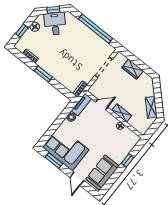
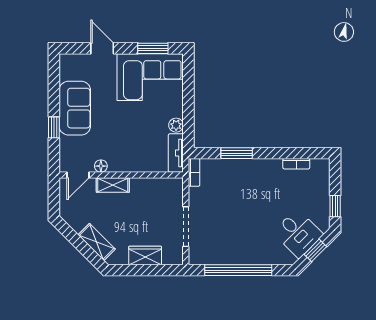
floor lamp: (35, 27) -> (322, 208), removed
window: (22, 31) -> (335, 206), moved
window: (43, 74) -> (237, 153), moved
door: (102, 104) -> (78, 175), moved
shelving: (151, 107) -> (97, 242), moved
sofa: (102, 173) -> (75, 108), moved

